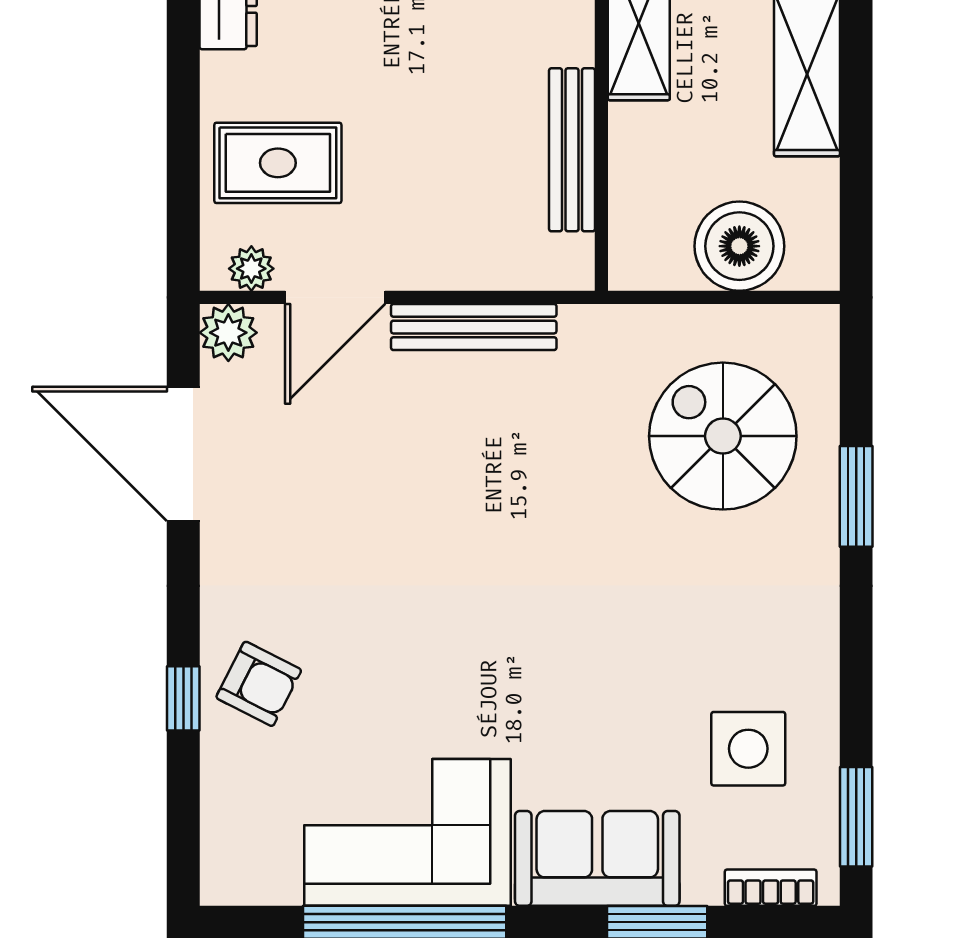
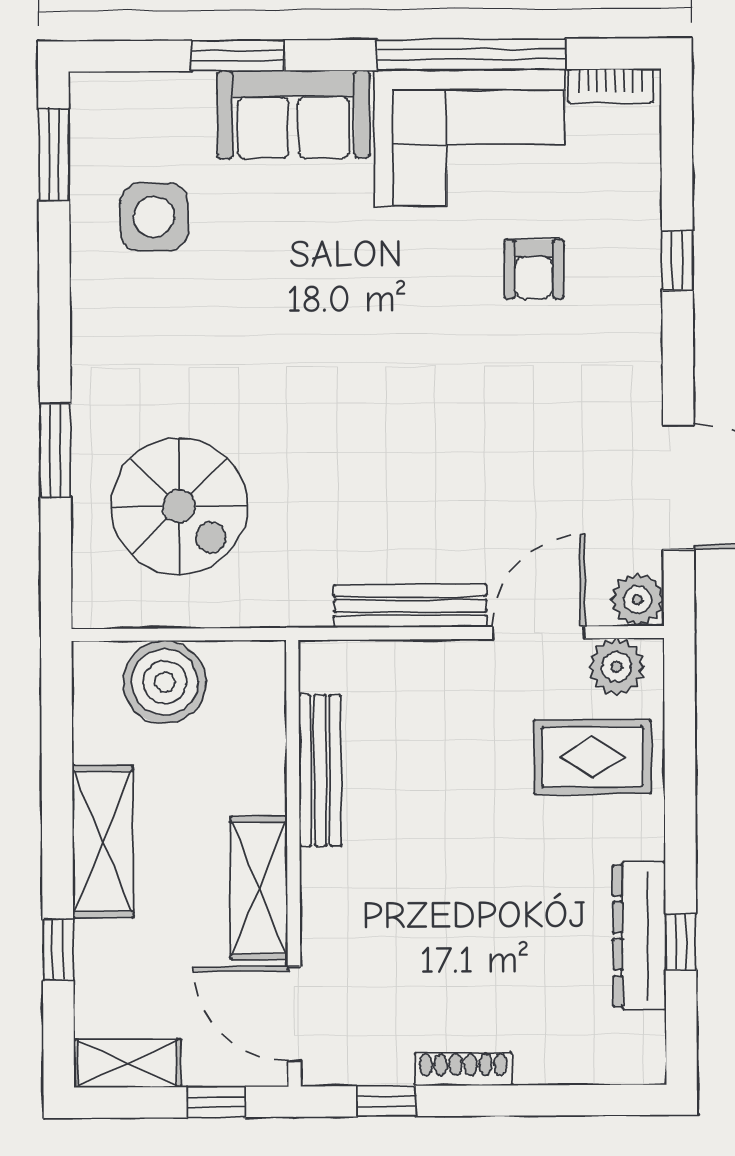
plant: (251, 269) -> (617, 667), width x1.38, depth x1.38
armchair: (259, 684) -> (534, 269), moved, turned -117
bookcase: (771, 888) -> (611, 86), moved

